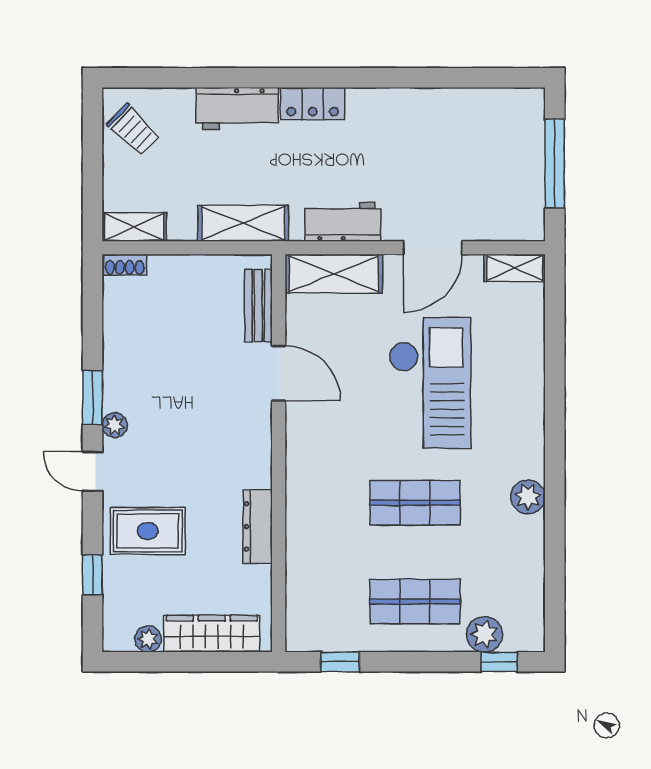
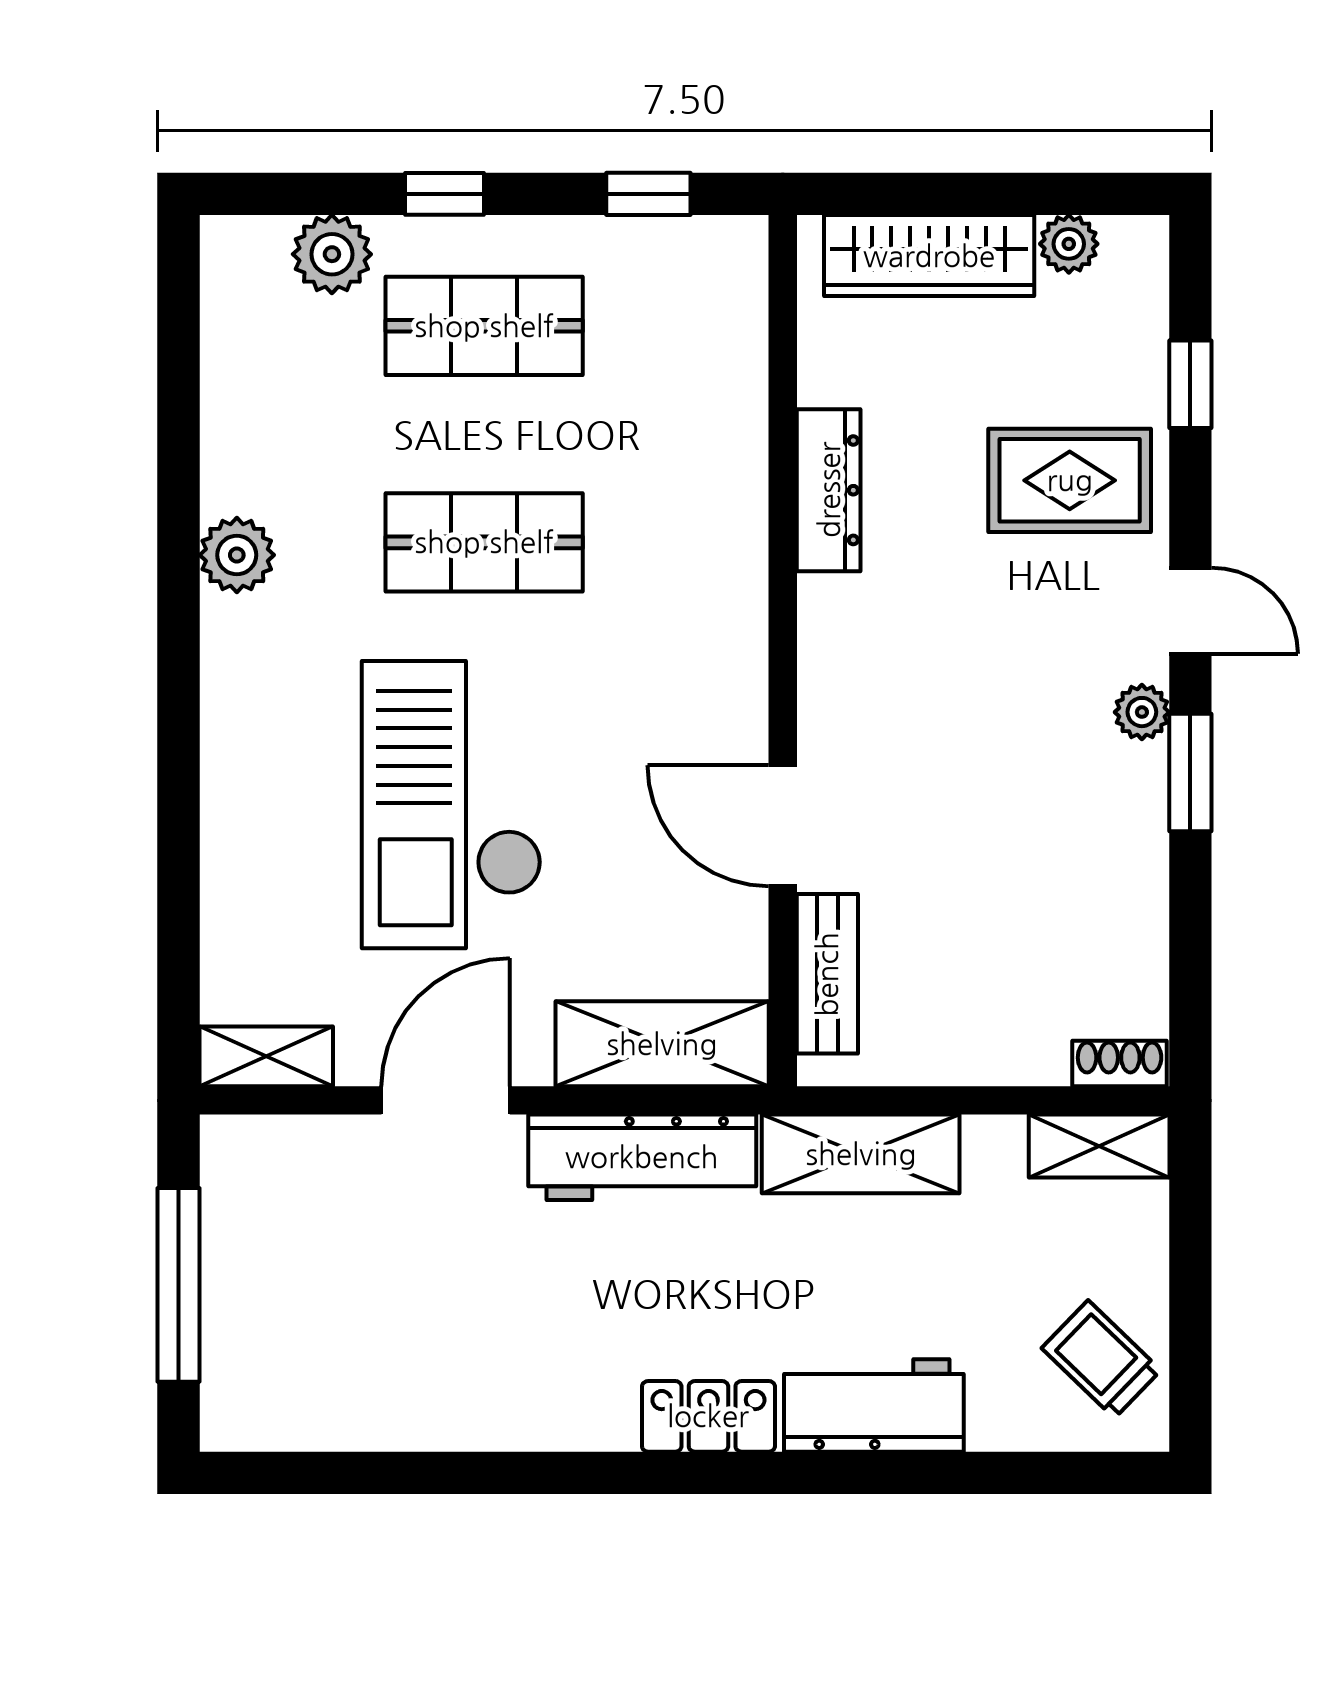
workbench: (343, 222) -> (642, 1157), width x1.37
window: (499, 662) -> (445, 194), moved

